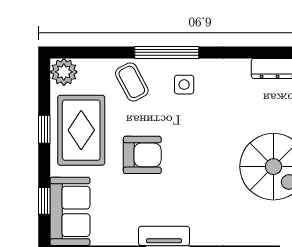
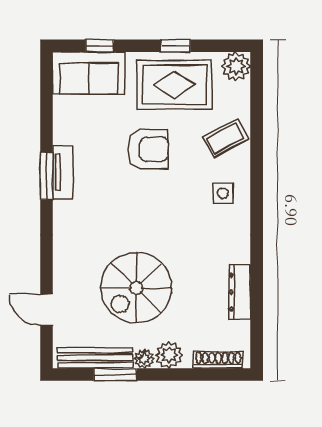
window: (167, 52) -> (257, 175), removed
armchair: (142, 155) -> (148, 149), turned -90

